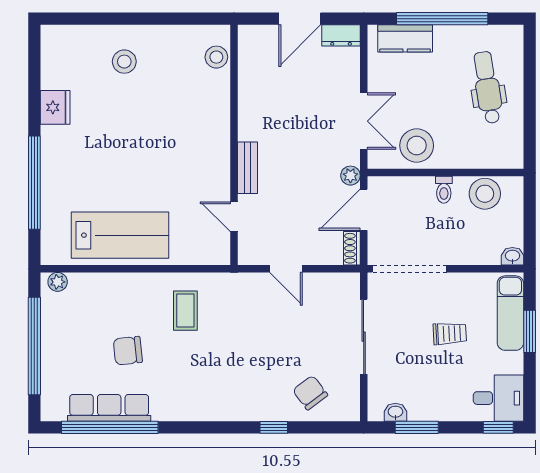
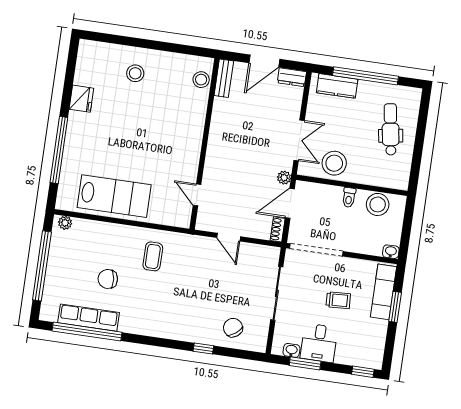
bench: (247, 168) -> (224, 78), moved
desk: (498, 398) -> (319, 343), moved, turned 90

